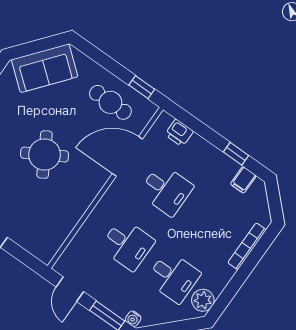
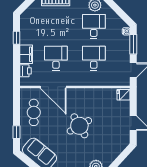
window: (142, 87) -> (16, 132), moved
filing cabinet: (243, 180) -> (26, 54), moved, width x2.00
fridge: (44, 250) -> (123, 95), added

